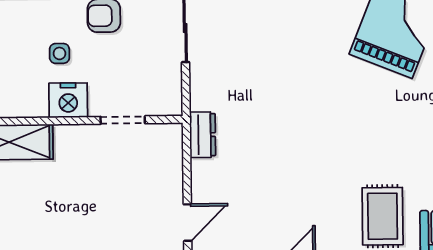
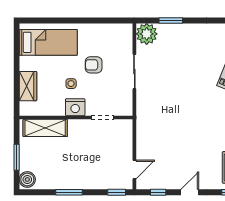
dresser: (203, 135) -> (143, 125), removed

